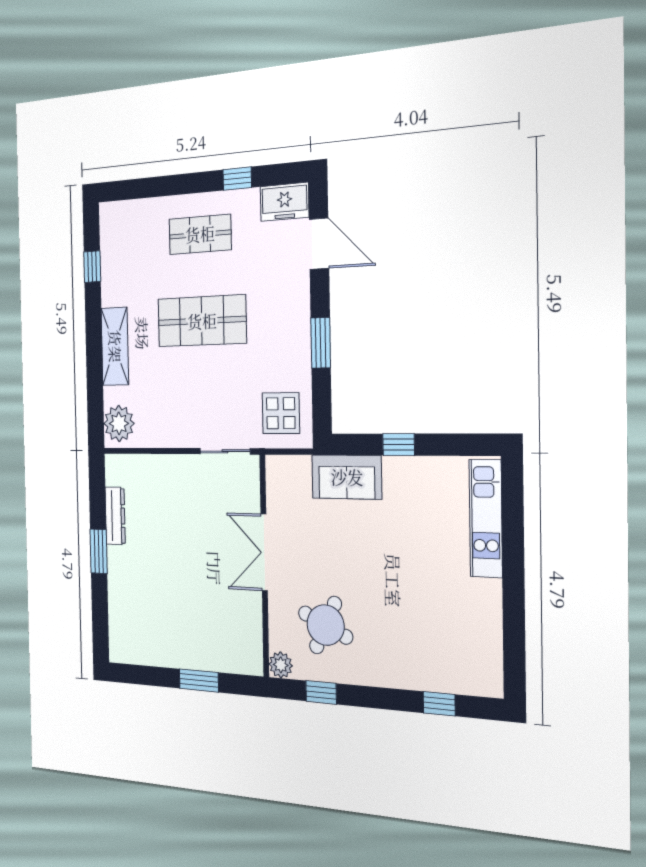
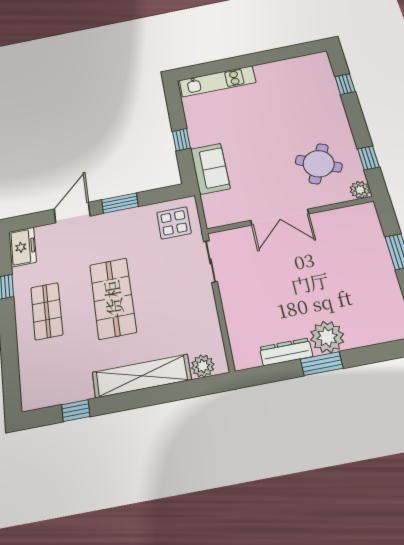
door: (319, 244) -> (72, 213), moved
shelving: (115, 346) -> (142, 376), width x1.47
plant: (119, 423) -> (203, 366), width x0.73, depth x0.73
plant: (123, 566) -> (327, 337), added

